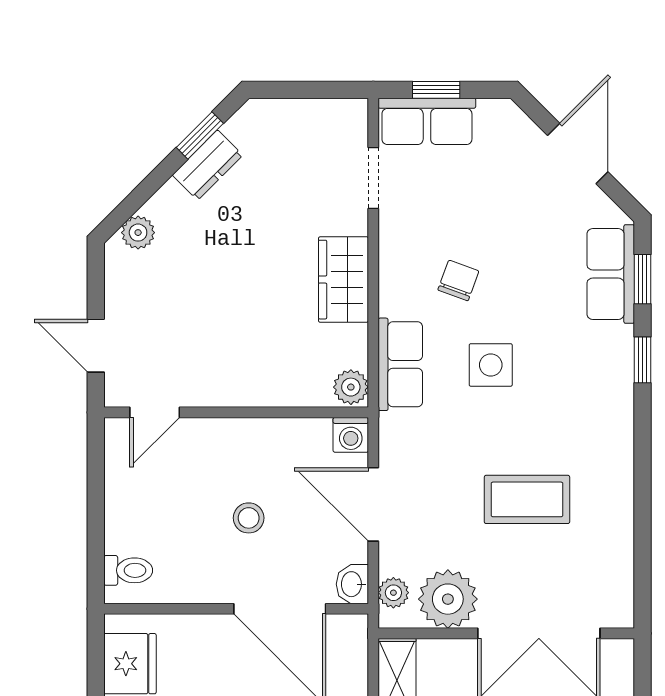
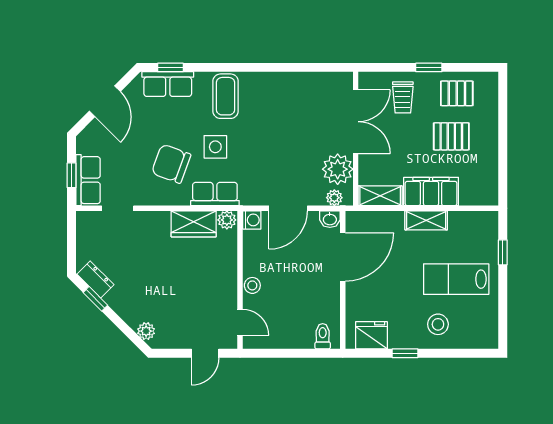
door: (578, 154) -> (105, 101), swing flipped
dresser: (208, 165) -> (95, 279), moved
wardrobe: (343, 280) -> (194, 224), moved
chair: (458, 281) -> (171, 164), width x1.87, depth x1.87
window: (643, 360) -> (213, 67), removed
coffee table: (527, 499) -> (226, 96), moved
stool: (249, 518) -> (252, 285), moved

